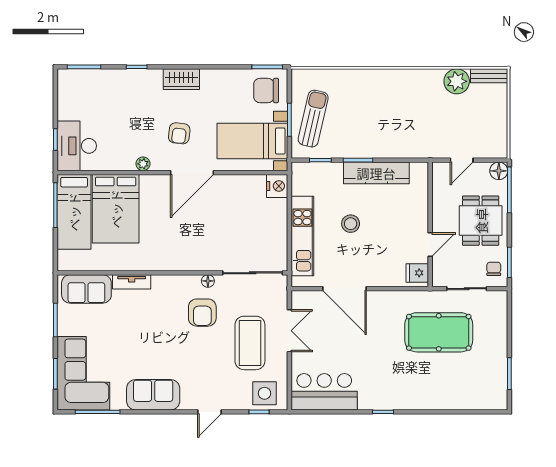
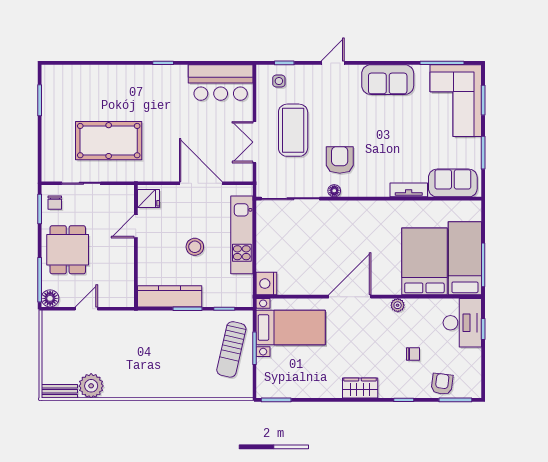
chair: (266, 91) -> (413, 354), moved, width x0.54, depth x0.54
armchair: (179, 133) -> (442, 384), moved
wall: (430, 224) -> (136, 246), moved
door: (430, 245) -> (136, 226), moved
fridge: (417, 273) -> (148, 199), moved
side table: (265, 393) -> (279, 81), width x0.54, depth x0.54

